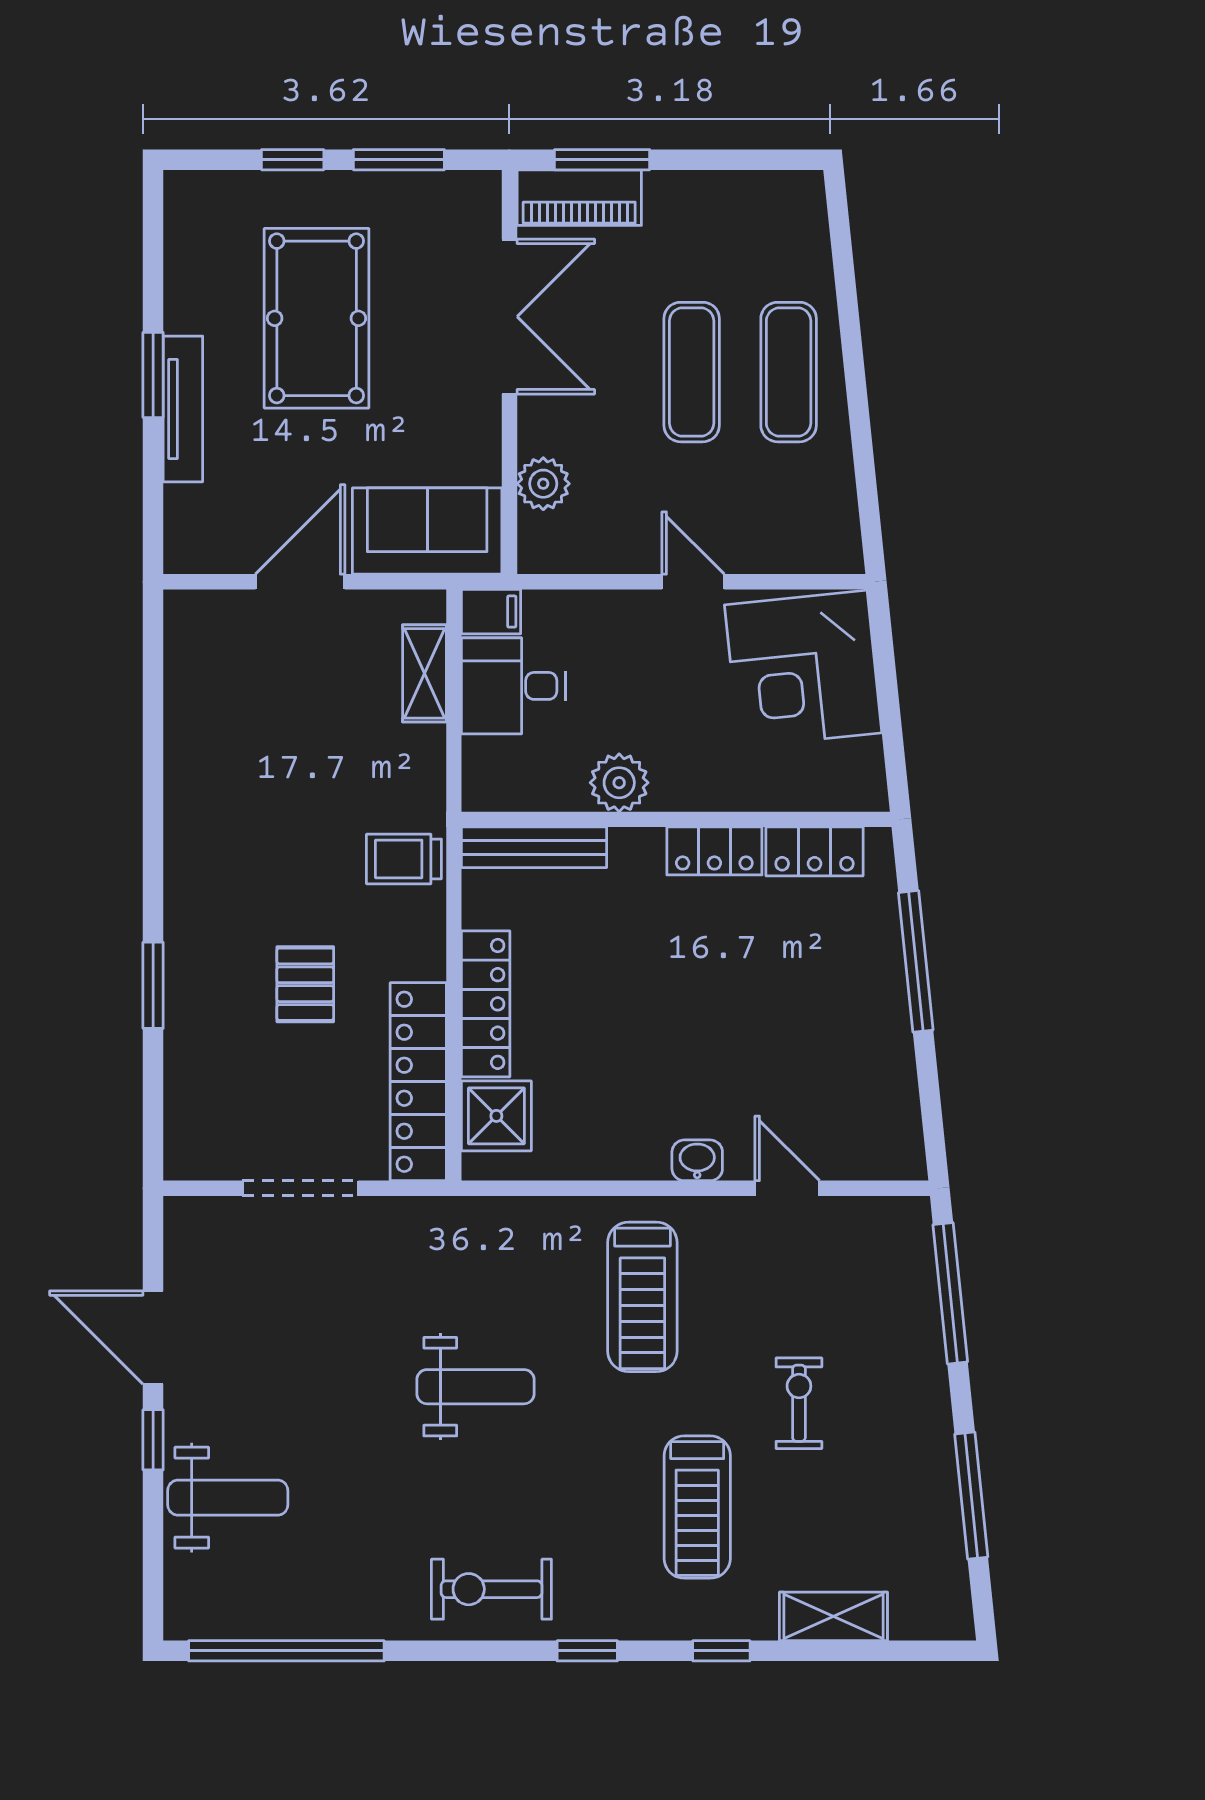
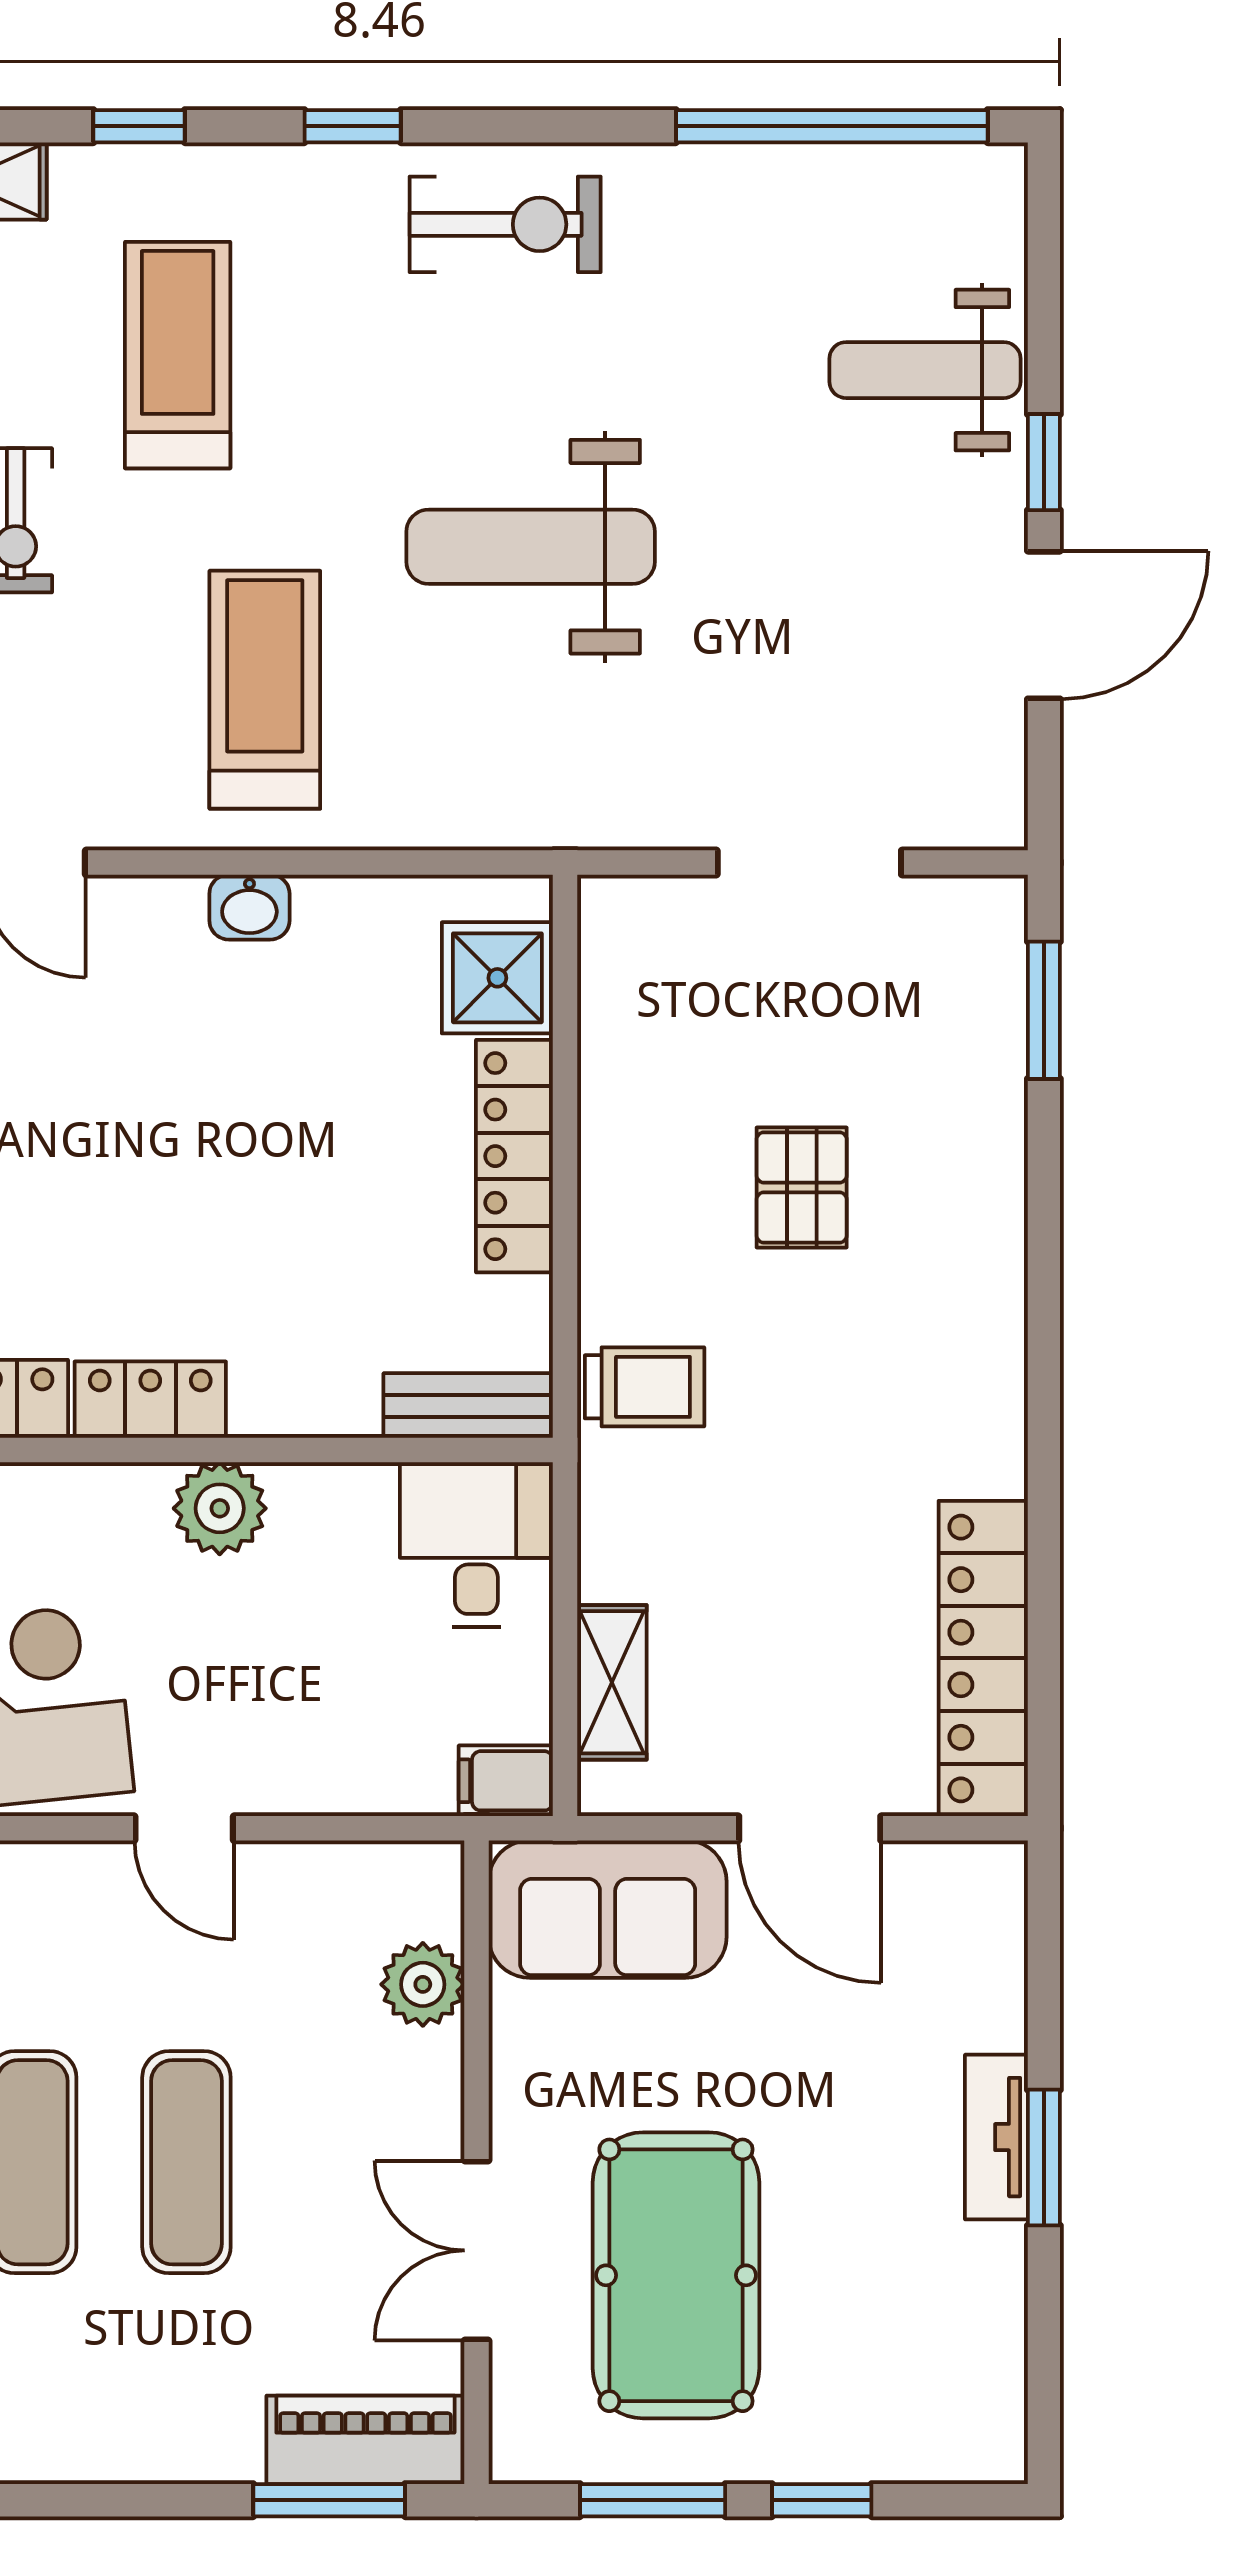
double door: (509, 317) -> (477, 2250), width x0.73
pool table: (317, 318) -> (676, 2275), moved
tv unit: (183, 409) -> (996, 2137), width x0.71
door: (300, 582) -> (810, 1828), hinge flipped
desk: (513, 686) -> (476, 1545), moved, turned -90
plant: (619, 783) -> (220, 1508), moved
bench: (534, 847) -> (468, 1406), width x0.73
window: (153, 985) -> (1044, 1010), moved
locker: (418, 1082) -> (983, 1658), moved, turned 180
washbasin: (697, 1160) -> (249, 907), moved
door: (153, 1337) -> (1044, 625), hinge flipped
weight bench: (475, 1387) -> (531, 547), width x1.36, depth x1.33

